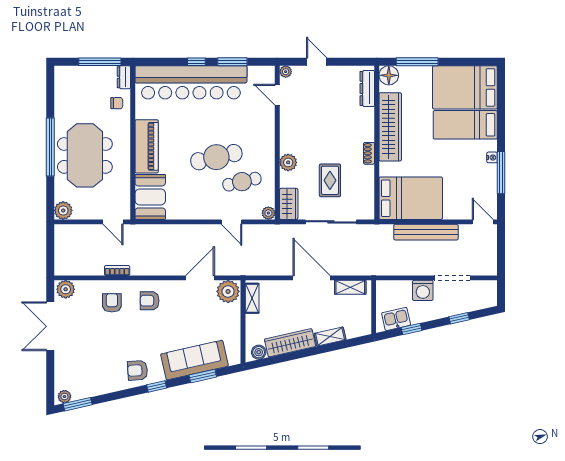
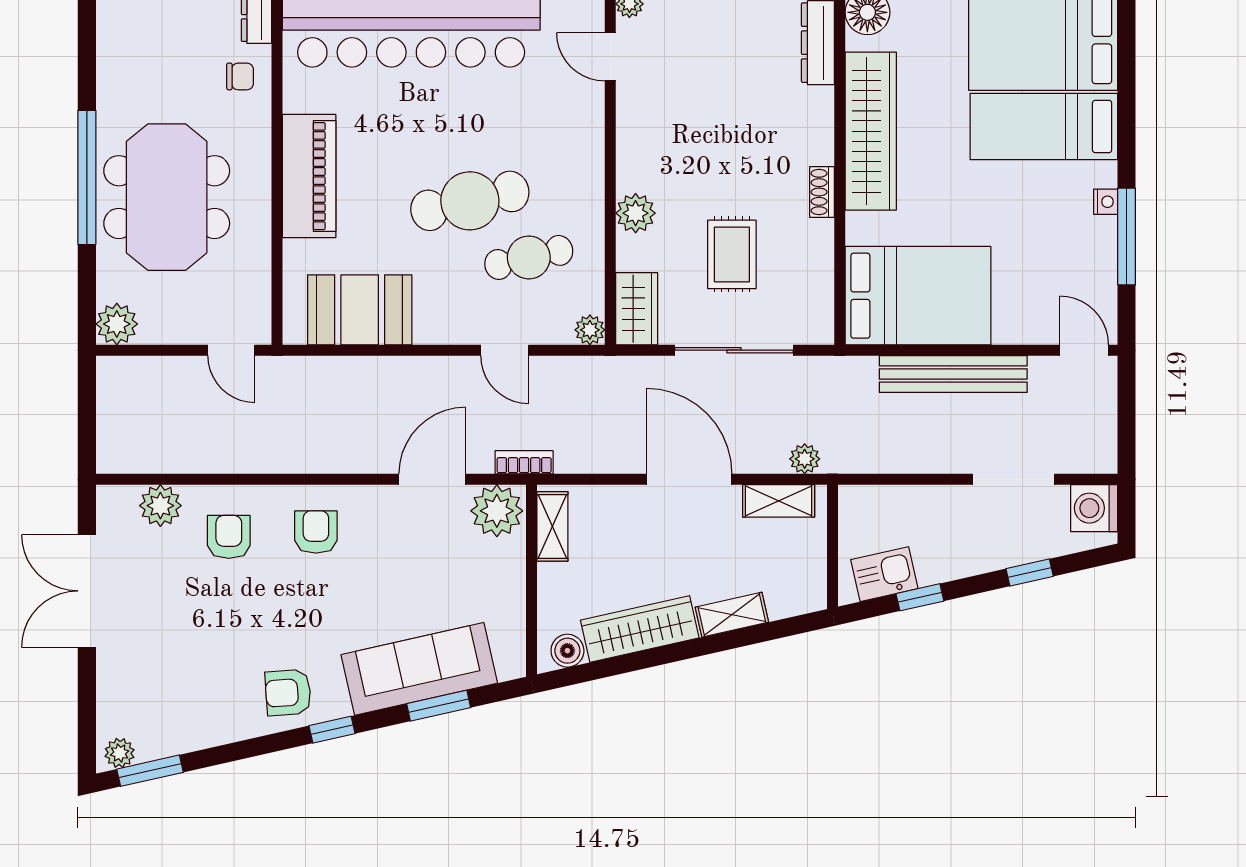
booth: (150, 197) -> (360, 310), moved, turned 90
plant: (362, 269) -> (805, 459), added
bookcase: (117, 270) -> (524, 462), moved
plant: (66, 289) -> (160, 506), moved
washing machine: (423, 290) -> (1094, 508), moved, turned 90
armchair: (150, 301) -> (316, 532), turned 90

